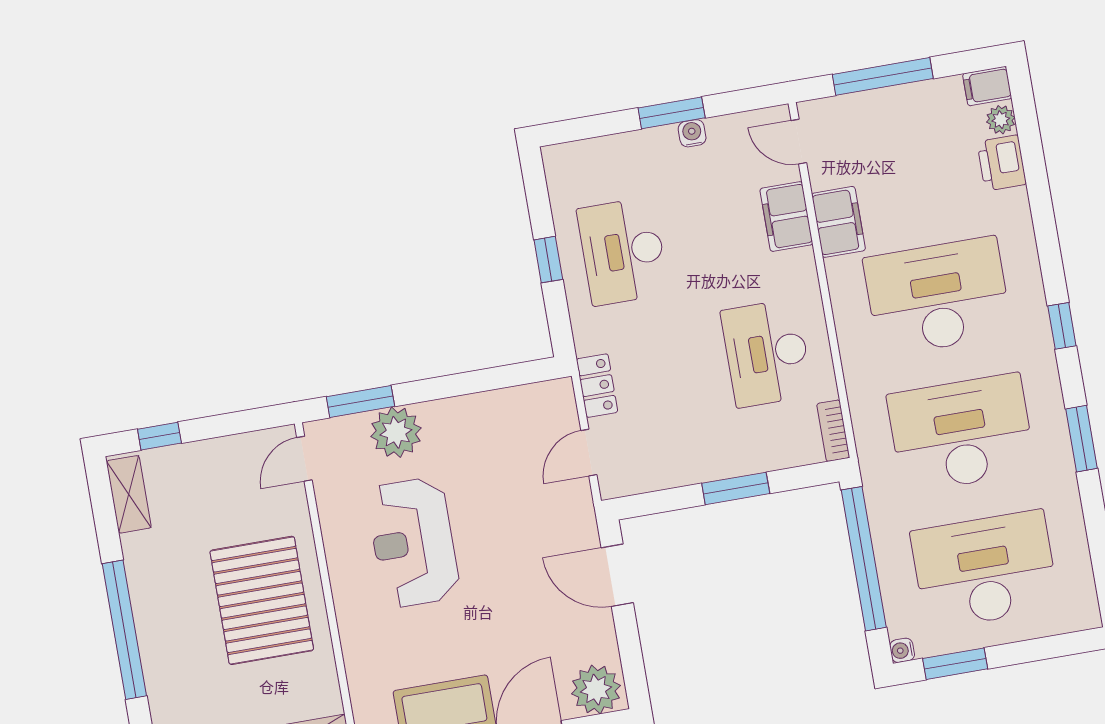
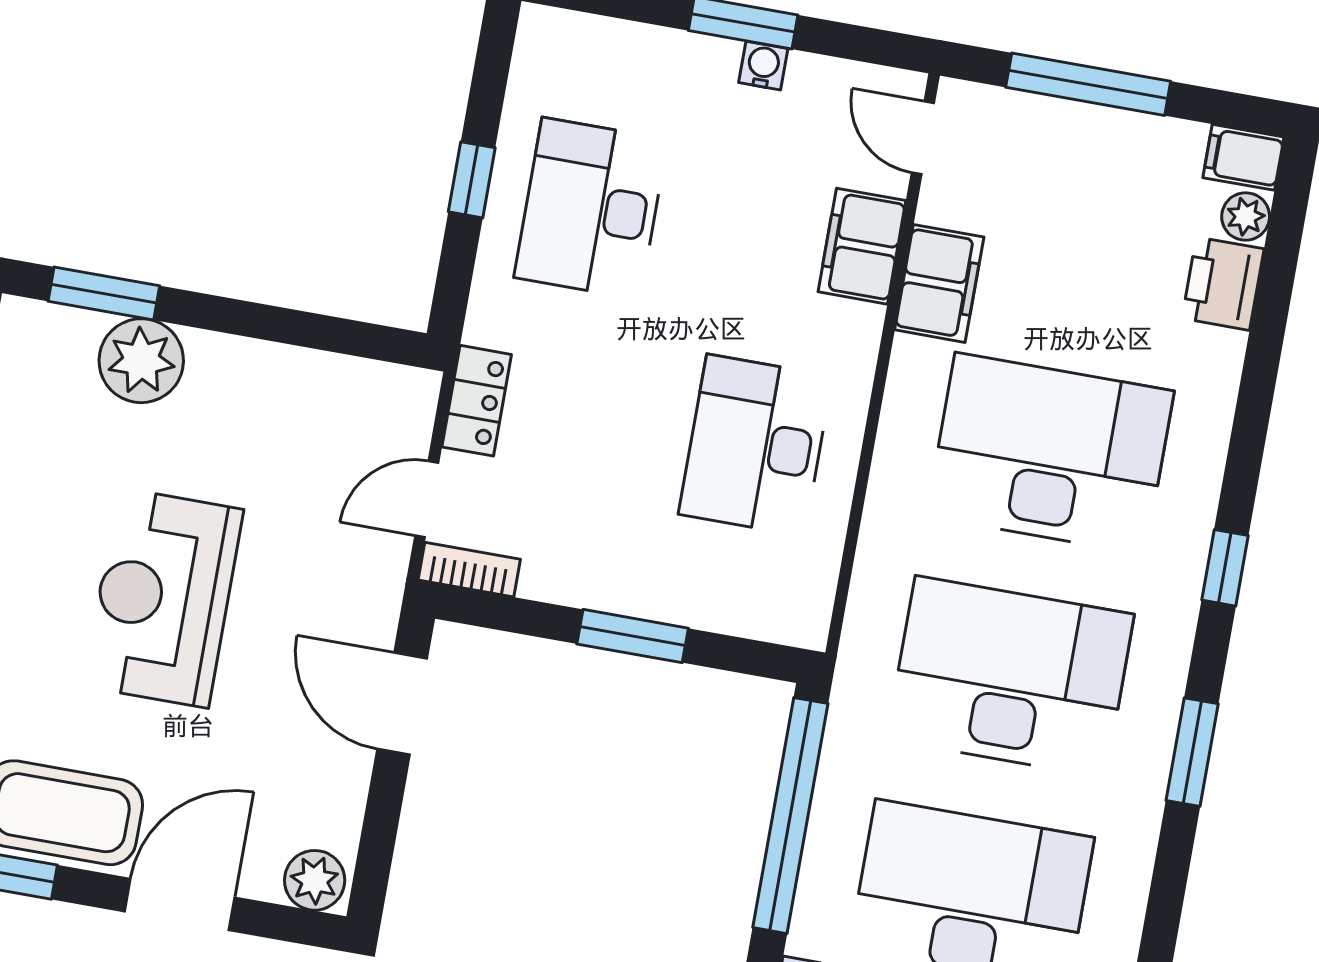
bookcase: (833, 431) -> (469, 570), moved, turned 90
reception desk: (413, 542) -> (163, 598), moved
plant: (596, 690) -> (315, 880), width x0.73, depth x0.73

